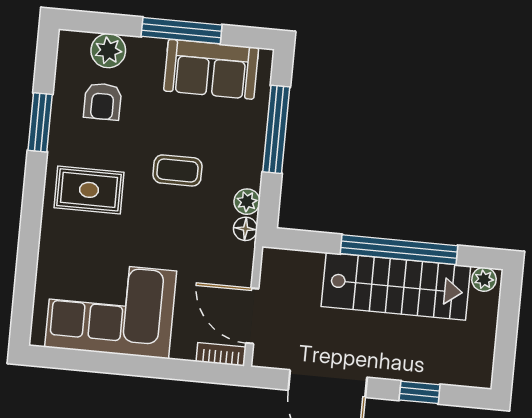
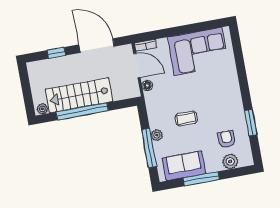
rug: (89, 190) -> (222, 100), removed
plant: (247, 202) -> (157, 135), moved
floor lamp: (245, 229) -> (147, 85), moved

